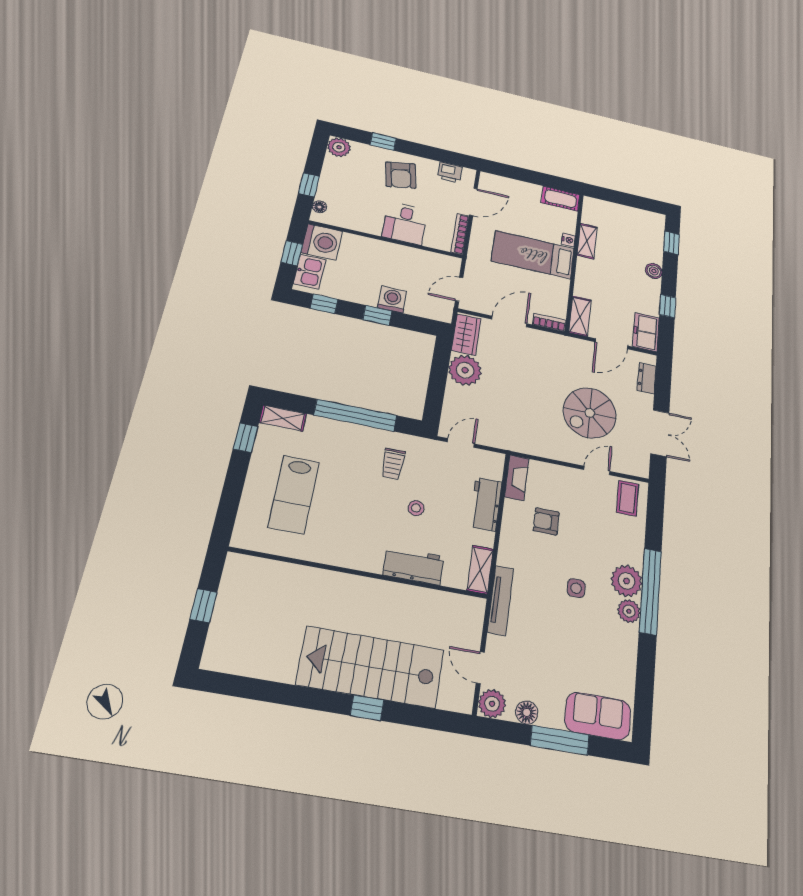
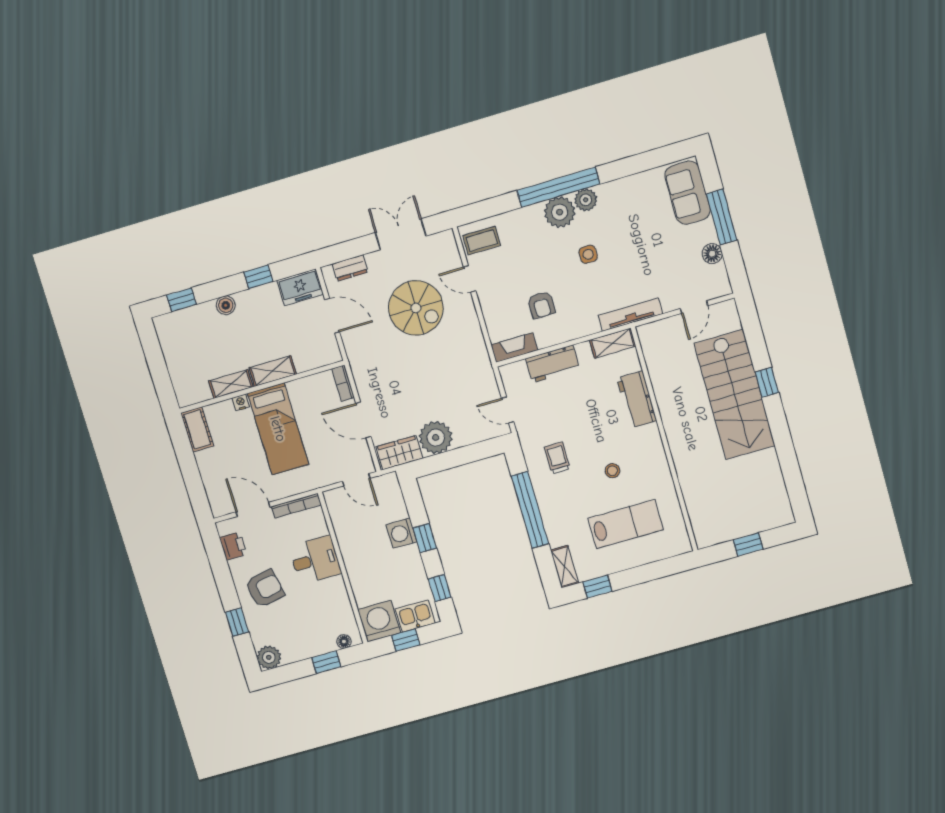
shelving: (580, 316) -> (273, 371), moved
trolley: (393, 464) -> (557, 458), turned -90
stool: (416, 508) -> (612, 471), moved
plant: (492, 704) -> (718, 285), removed

